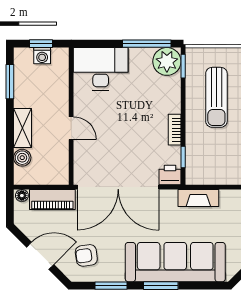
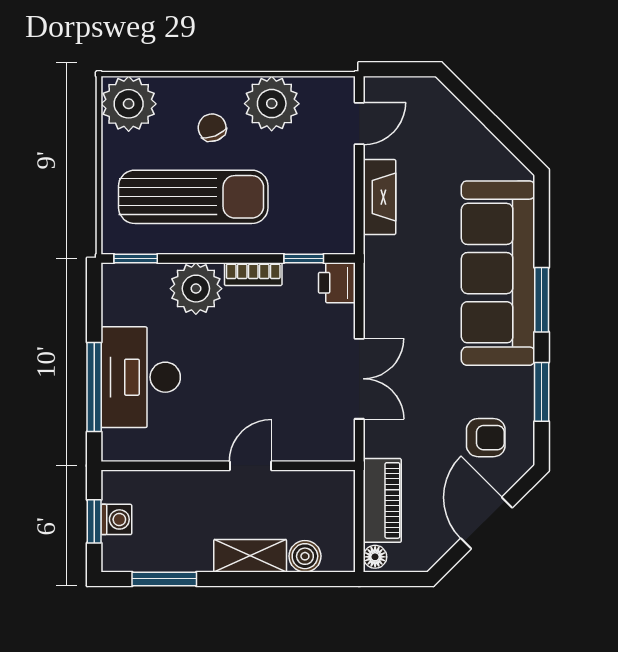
window: (147, 44) -> (94, 387), moved
plant: (167, 61) -> (196, 289), moved
desk: (101, 69) -> (141, 377), moved
sun lounger: (216, 97) -> (193, 197), width x1.36, depth x1.34
double door: (118, 187) -> (359, 379), width x0.54
fireplace: (198, 198) -> (380, 197), moved
armchair: (86, 255) -> (486, 438), turned -82

